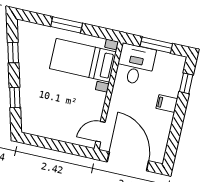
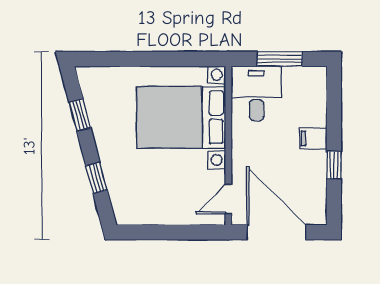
window: (67, 25) -> (147, 59), removed
bed with nightstands: (83, 60) -> (181, 117), width x1.36
window: (186, 83) -> (334, 165), moved

